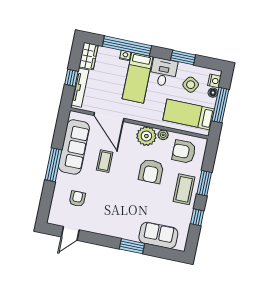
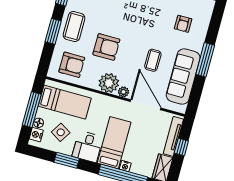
plant: (163, 135) -> (123, 92), moved
armchair: (151, 171) -> (106, 47), turned 90

